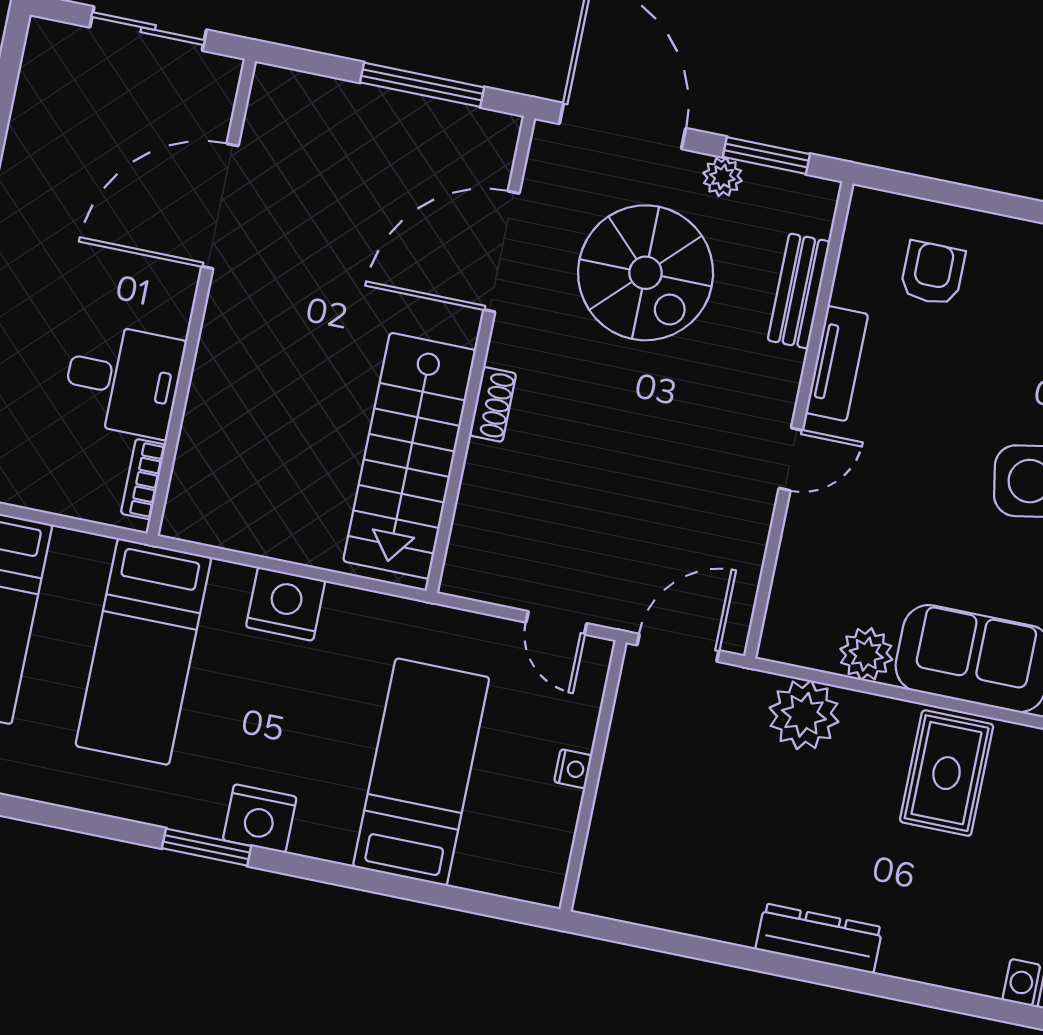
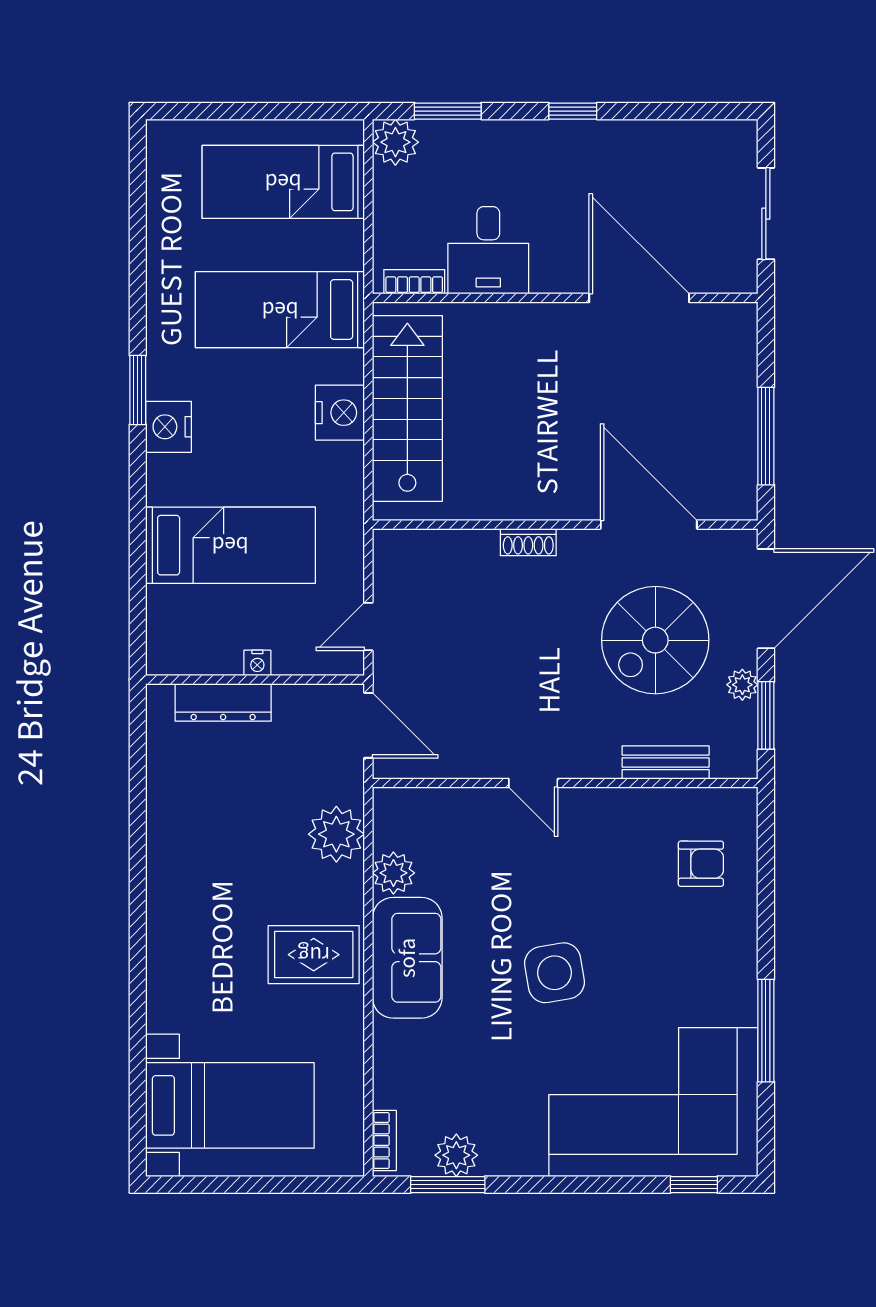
tv unit: (837, 363) -> (615, 804), removed
stairs: (410, 456) -> (407, 408), moved, turned 90
dresser: (819, 938) -> (223, 702), moved, turned 90

